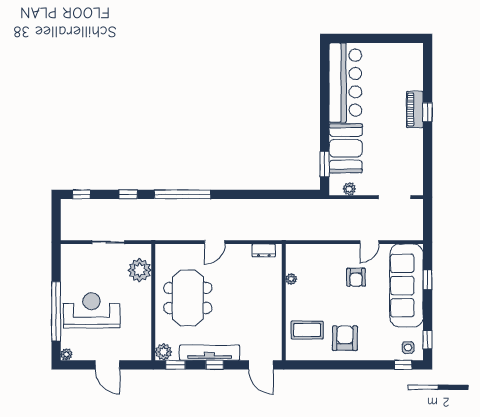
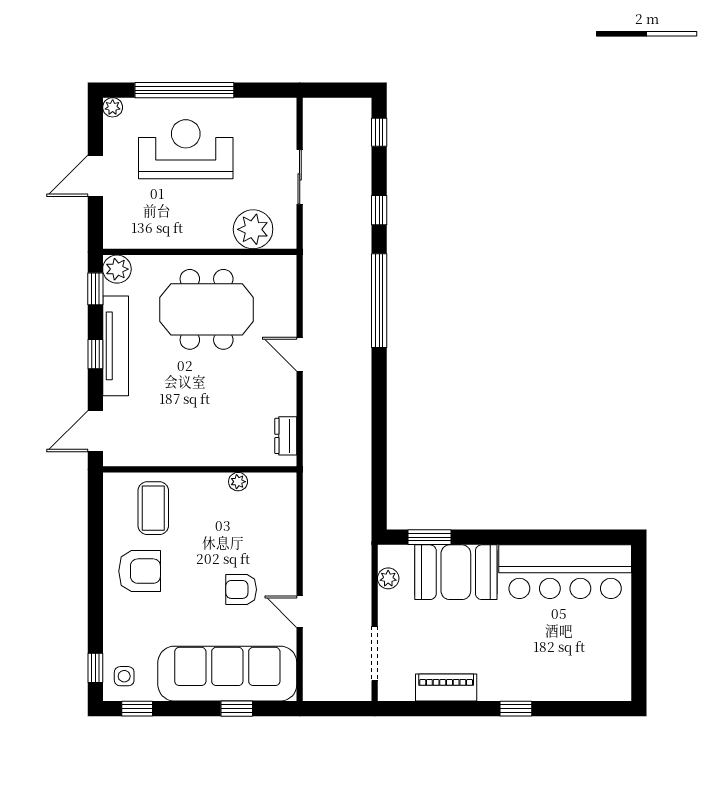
piano: (415, 110) -> (446, 688), moved
reception desk: (92, 310) -> (186, 149), turned -90

